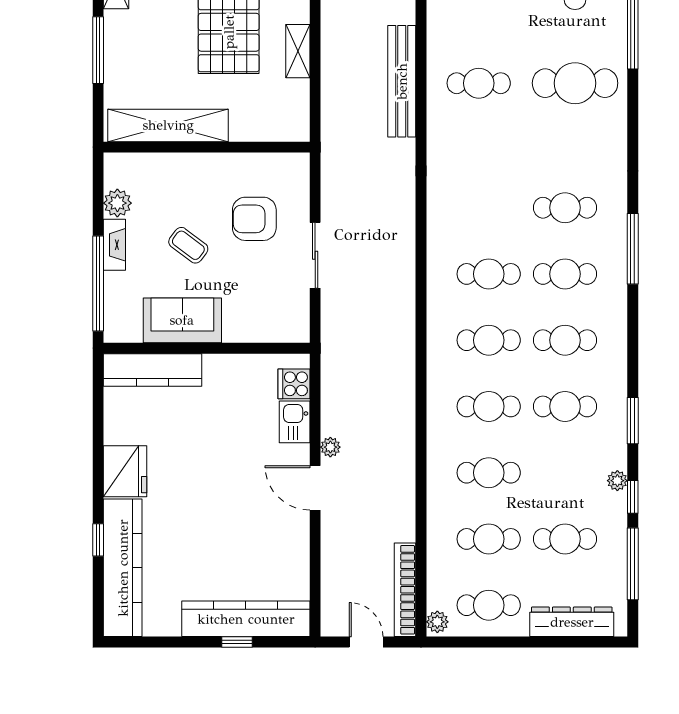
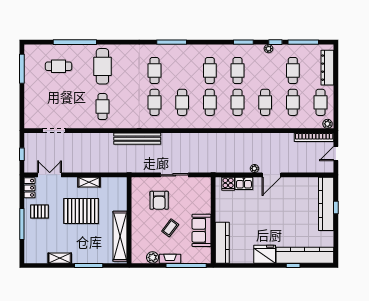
bench: (402, 81) -> (137, 139), moved
cafe table: (565, 274) -> (154, 102), moved

